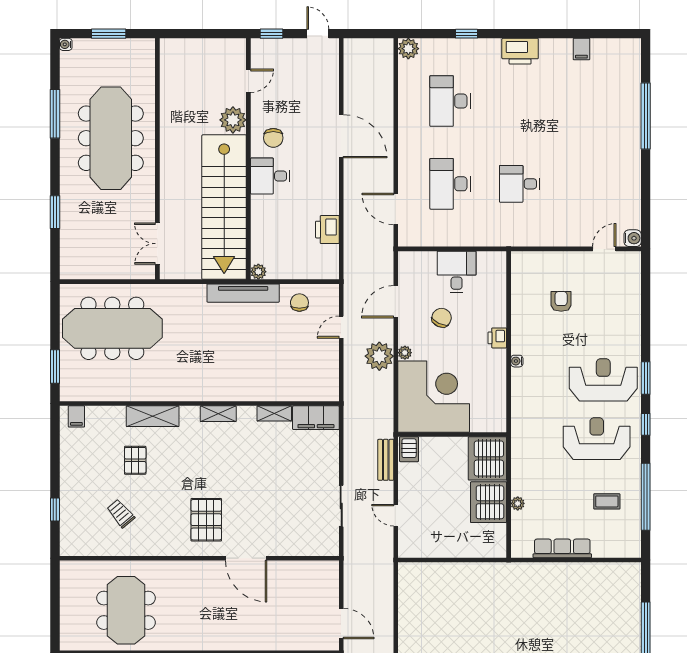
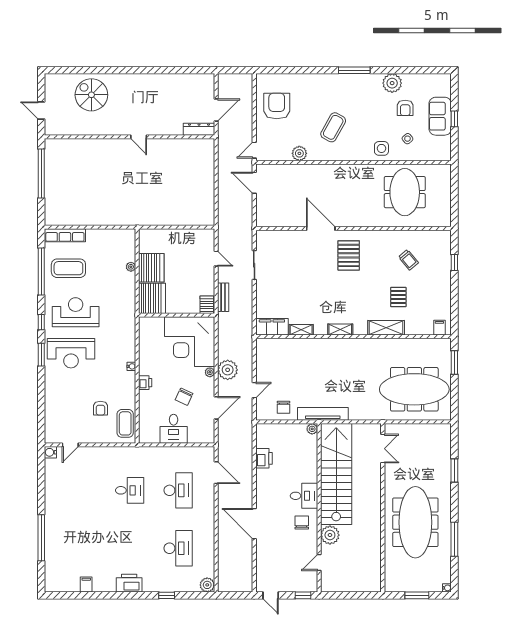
coffee table: (526, 280) -> (125, 423), added
reception desk: (597, 439) -> (76, 312), turned 180
coffee table: (607, 501) -> (68, 268), width x1.86, depth x1.72
row of seats: (562, 548) -> (65, 235), moved

